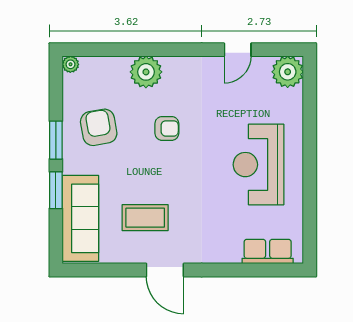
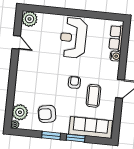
plant: (146, 72) -> (20, 112), moved
armchair: (167, 128) -> (74, 82), moved
reception desk: (259, 165) -> (73, 38), turned 90
water cooler: (230, 254) -> (115, 56), added

